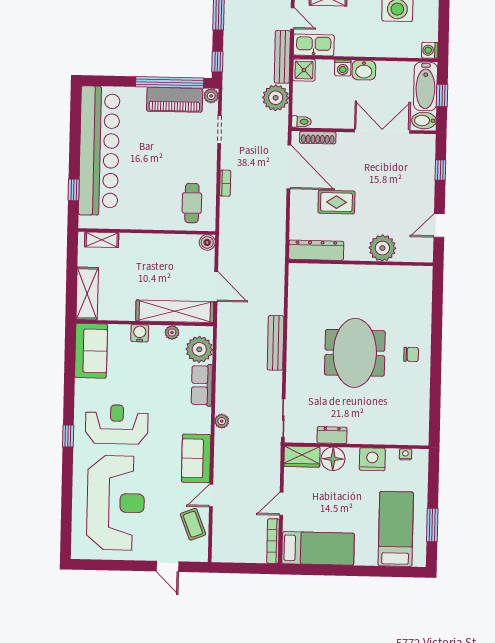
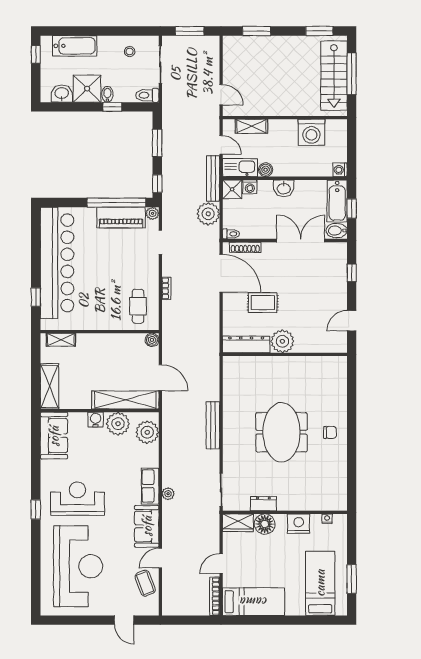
boiler: (343, 48) -> (266, 170), added
washing machine: (343, 68) -> (250, 187), moved
plant: (382, 248) -> (282, 341), moved
plant: (172, 332) -> (118, 424), width x1.88, depth x1.88
row of seats: (202, 385) -> (150, 486), moved

